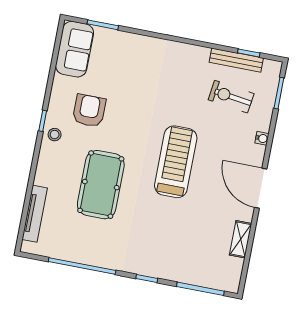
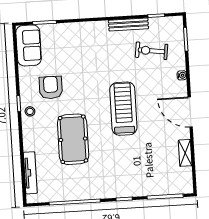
bench: (236, 60) -> (128, 24), moved

